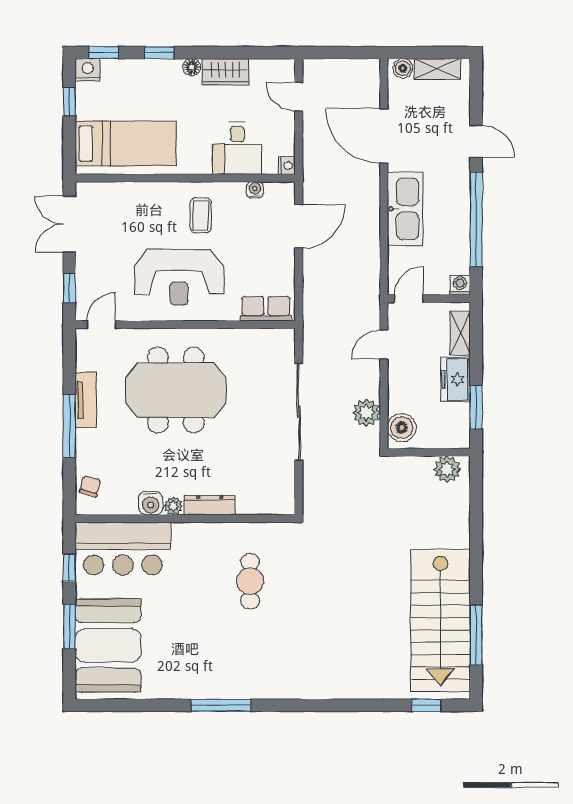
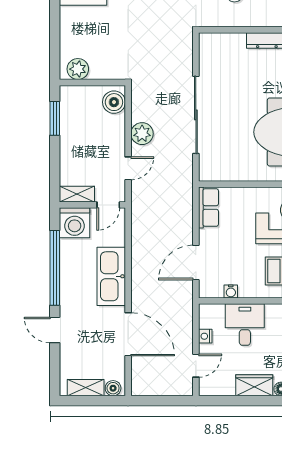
door: (299, 97) -> (196, 366), hinge flipped
nightstand: (287, 166) -> (205, 336), moved
washing machine: (460, 285) -> (75, 223), width x1.89, depth x1.89
row of seats: (266, 309) -> (209, 207), moved, turned -90
shelving: (460, 333) -> (77, 194), moved, turned 90
freezer: (456, 379) -> (71, 140), removed
plant: (366, 413) -> (142, 134), moved

